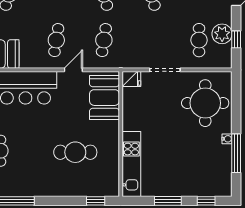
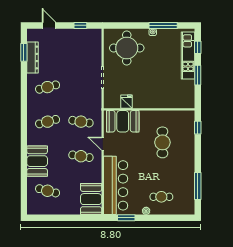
plant: (222, 34) -> (76, 36), removed
cafe table: (199, 40) -> (81, 53), removed
fridge: (131, 79) -> (126, 102), moved
kitchen unit: (131, 164) -> (188, 56), moved, turned -90

